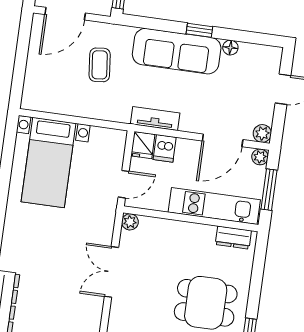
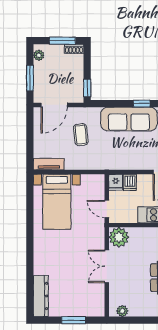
tv unit: (155, 119) -> (49, 164), moved
door: (124, 184) -> (107, 209), swing flipped
plant: (130, 222) -> (119, 237), width x1.88, depth x1.88

